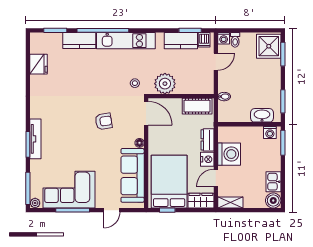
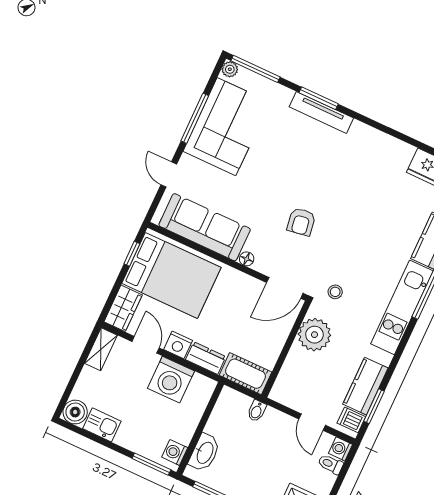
cot: (197, 106) -> (246, 374), moved, turned 90

